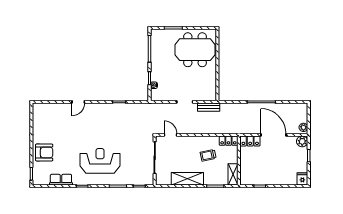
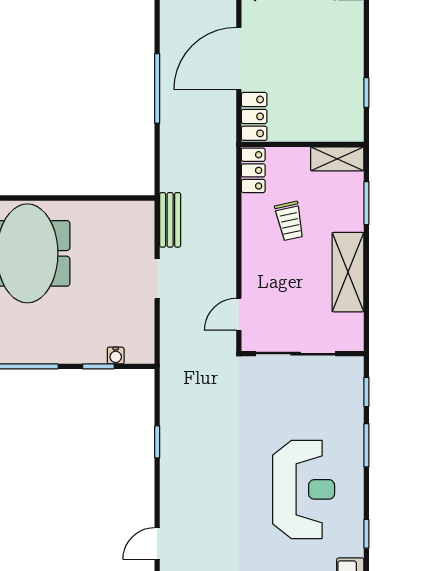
door: (78, 102) -> (157, 544), swing flipped
reception desk: (100, 161) -> (304, 489), turned 180

